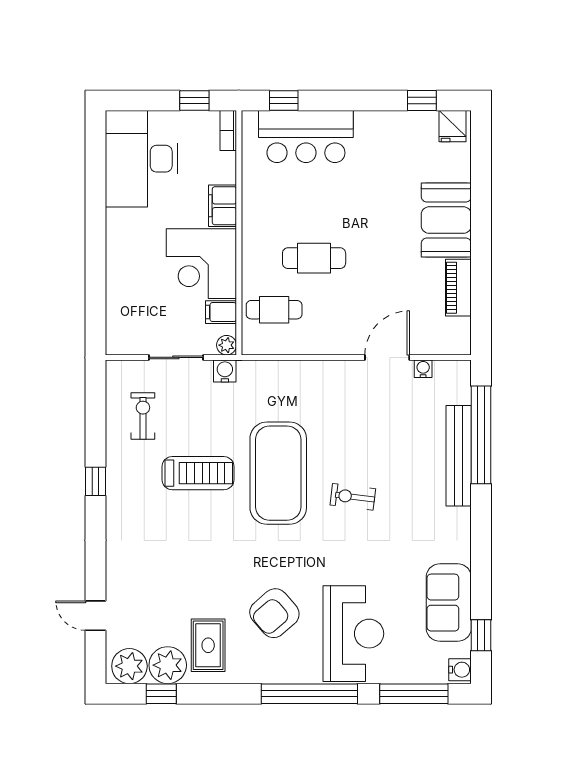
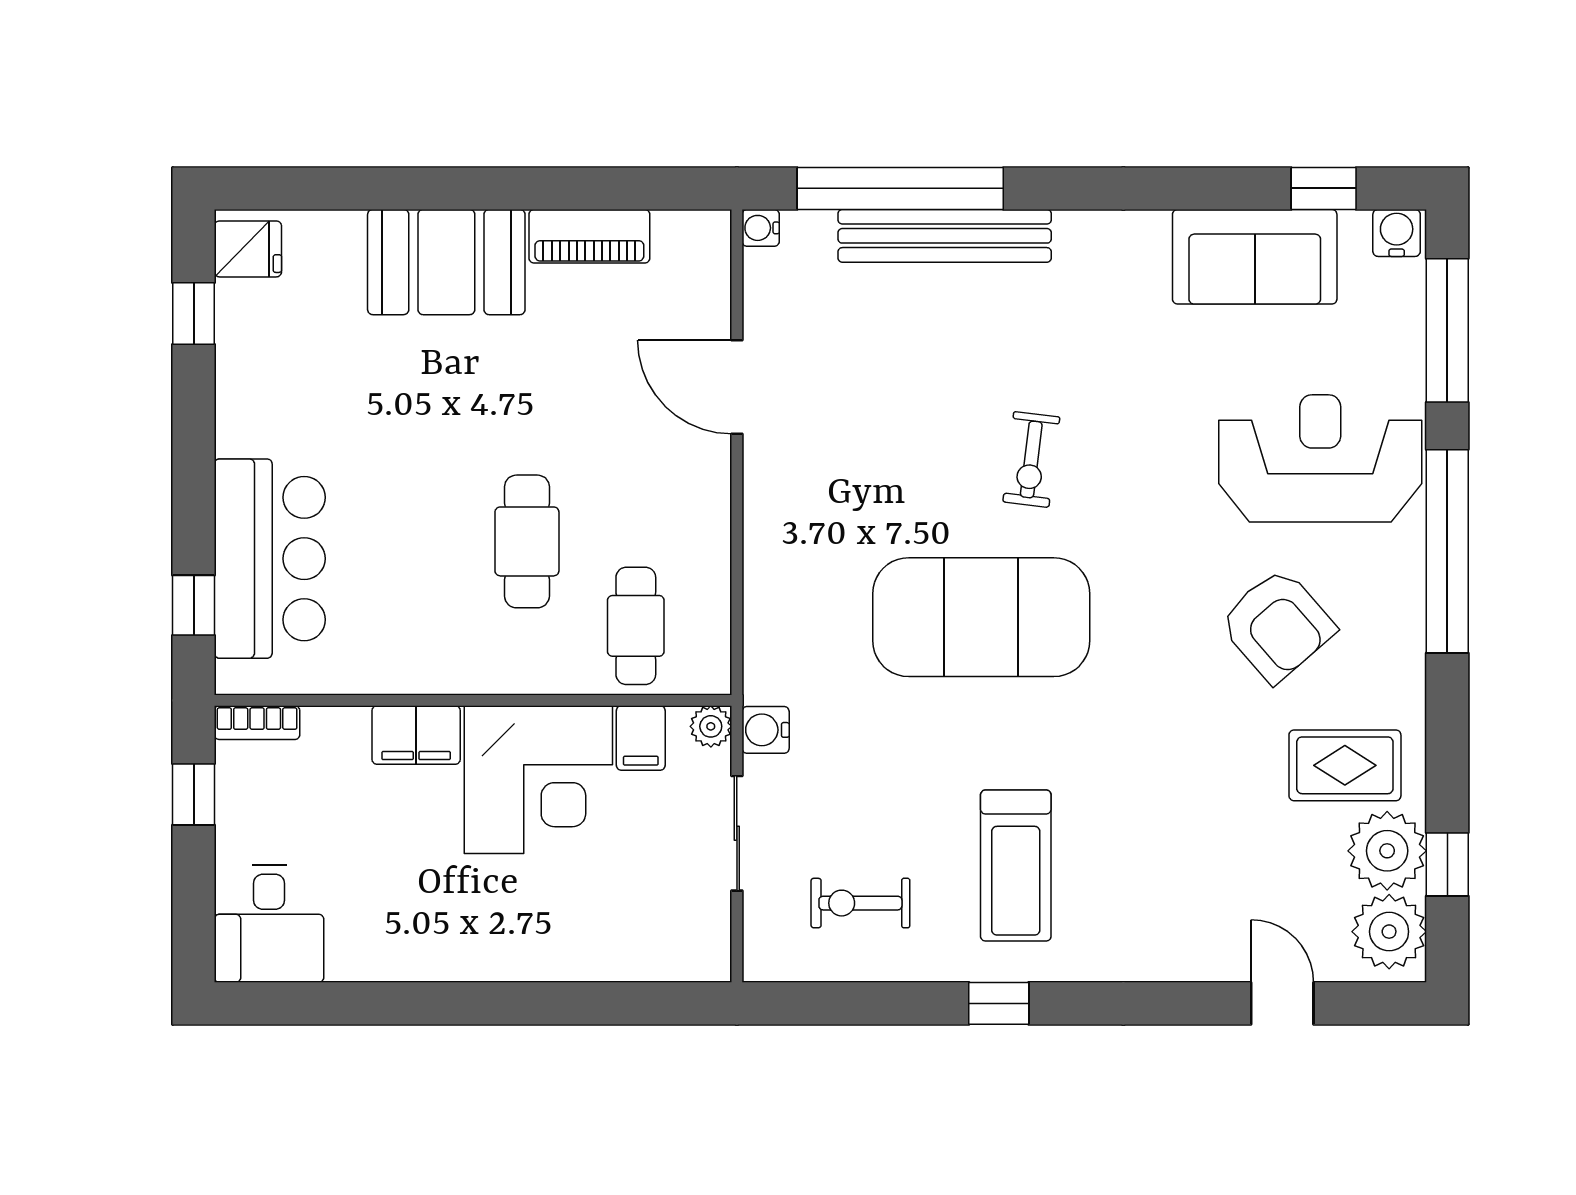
desk: (142, 159) -> (269, 924), width x0.53, depth x0.77
water cooler: (423, 369) -> (761, 228), moved
treadmill: (198, 473) -> (1016, 866), moved, turned 180
door: (95, 616) -> (1282, 1003), swing flipped

